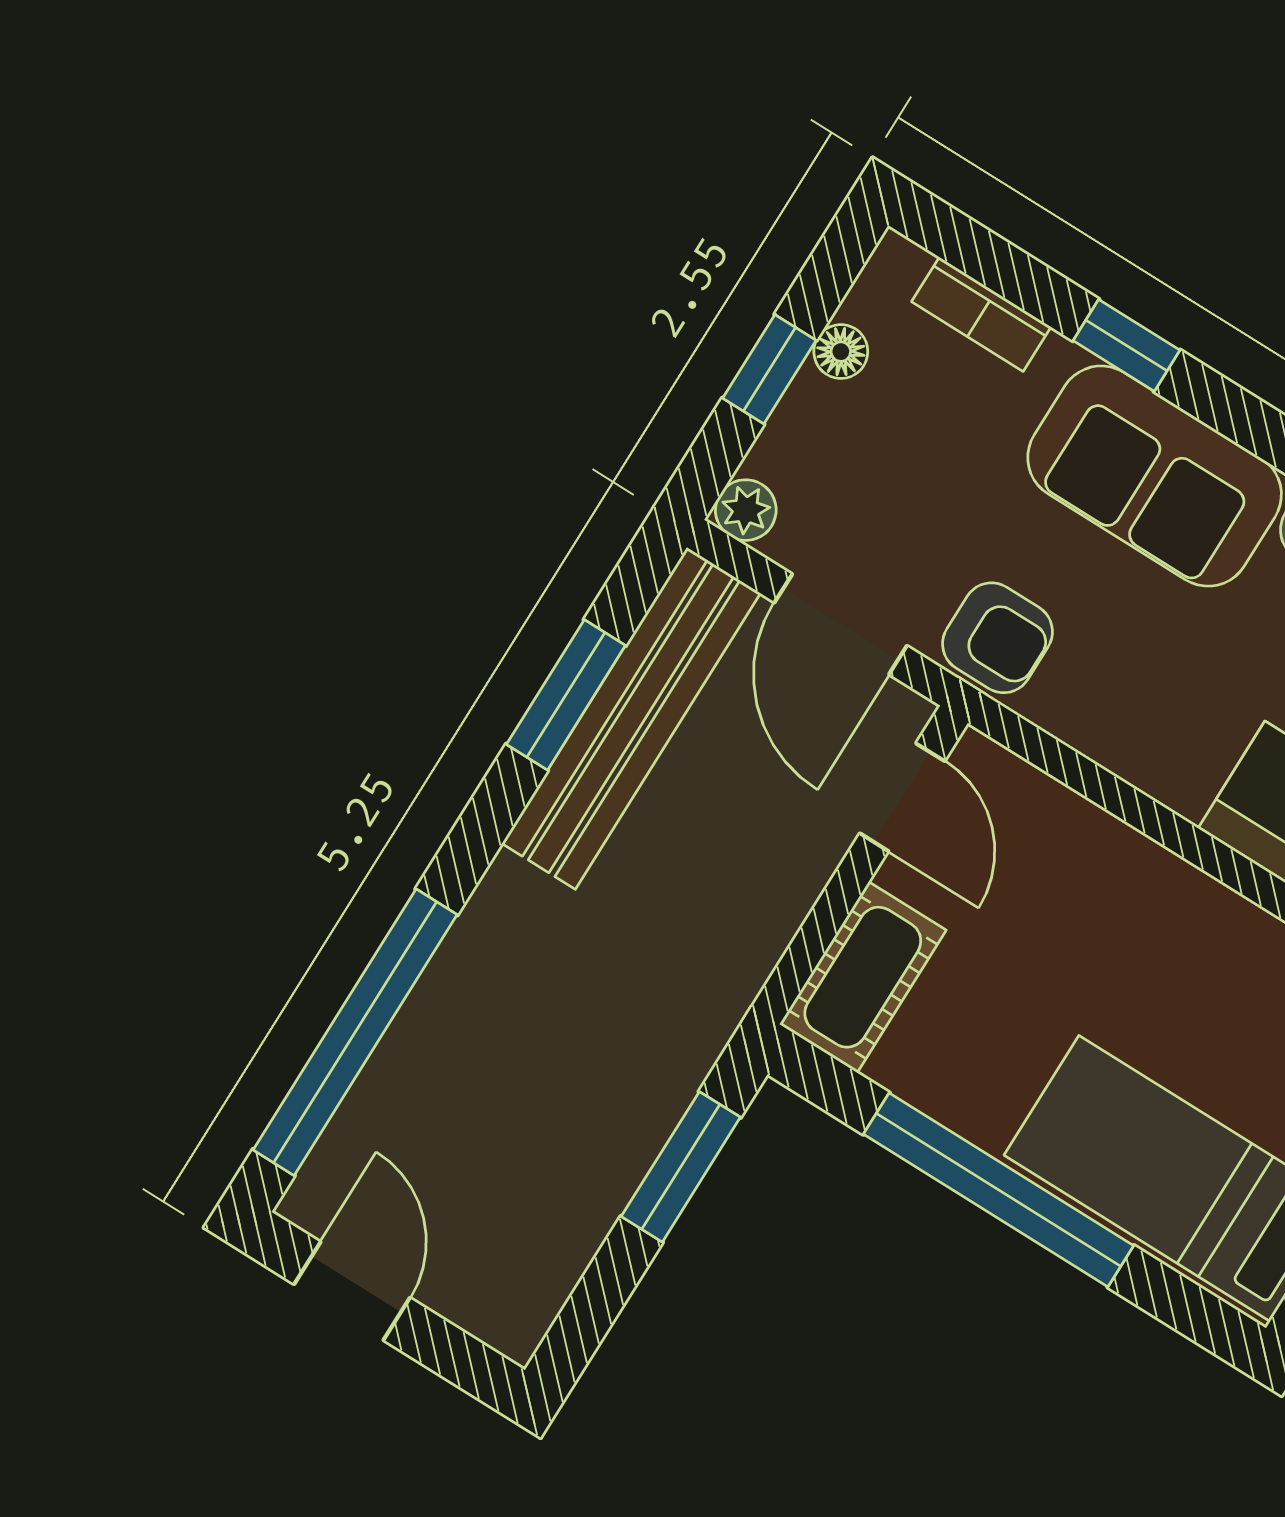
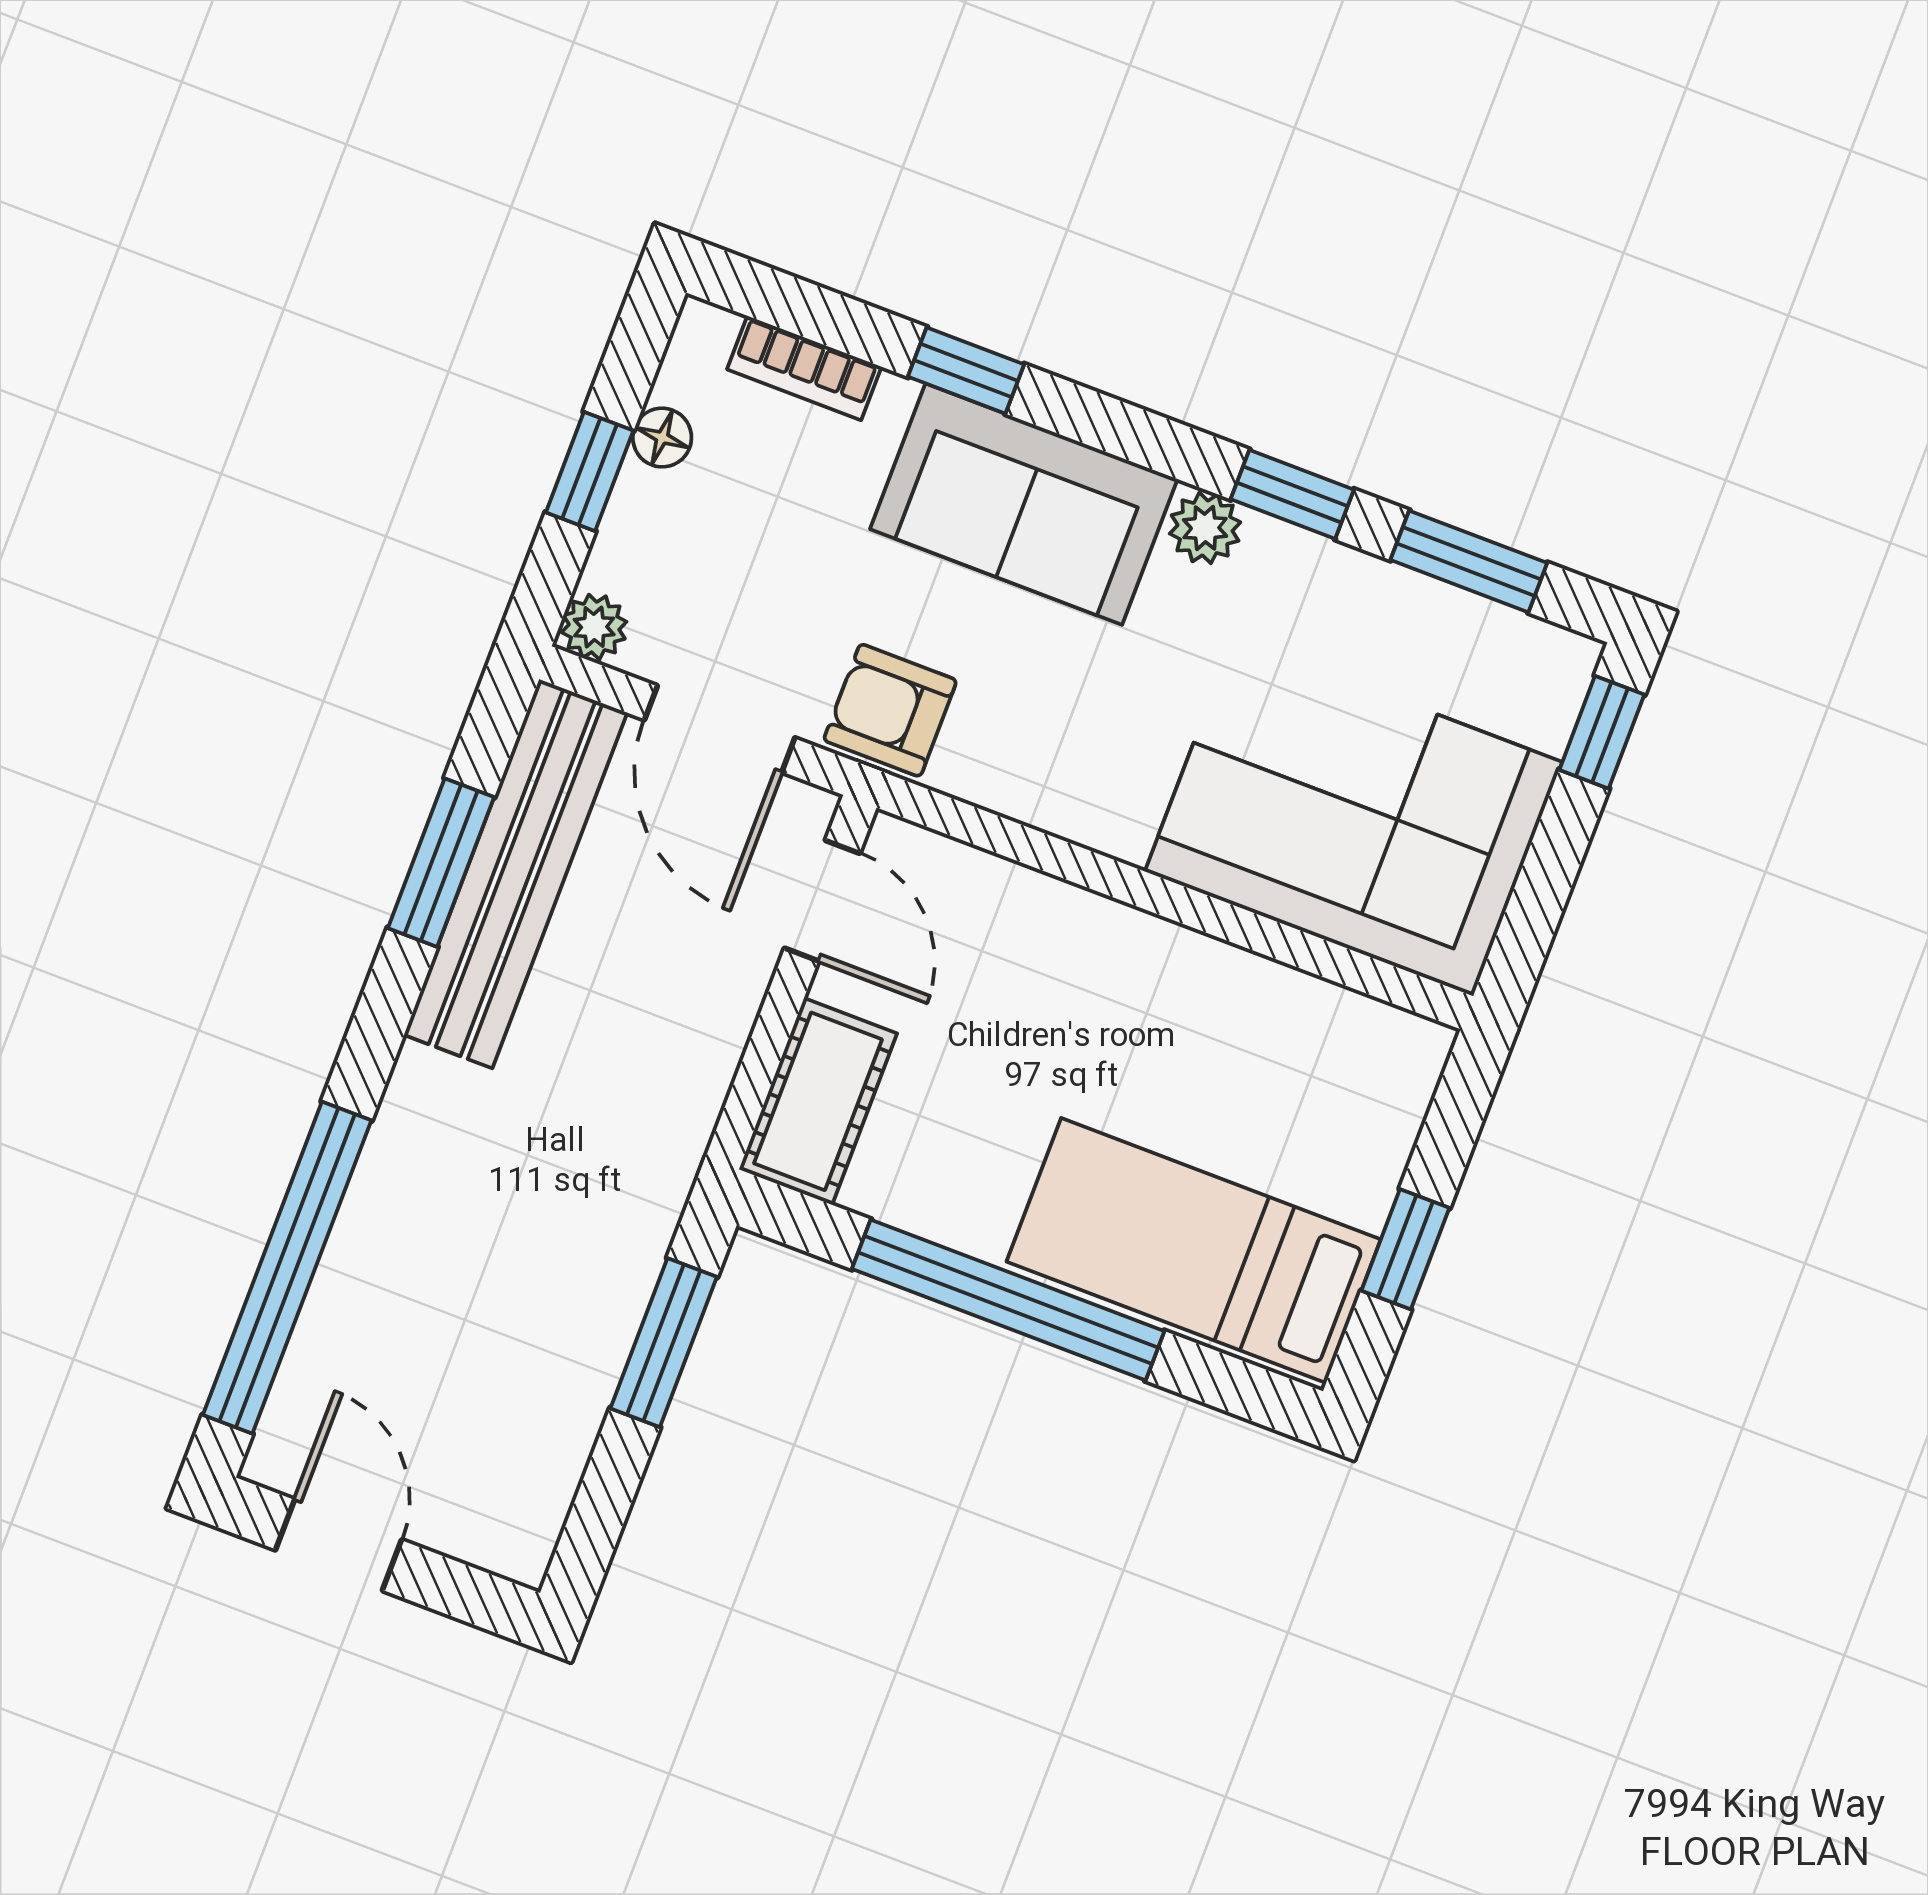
armchair: (998, 638) -> (890, 710), turned 180

